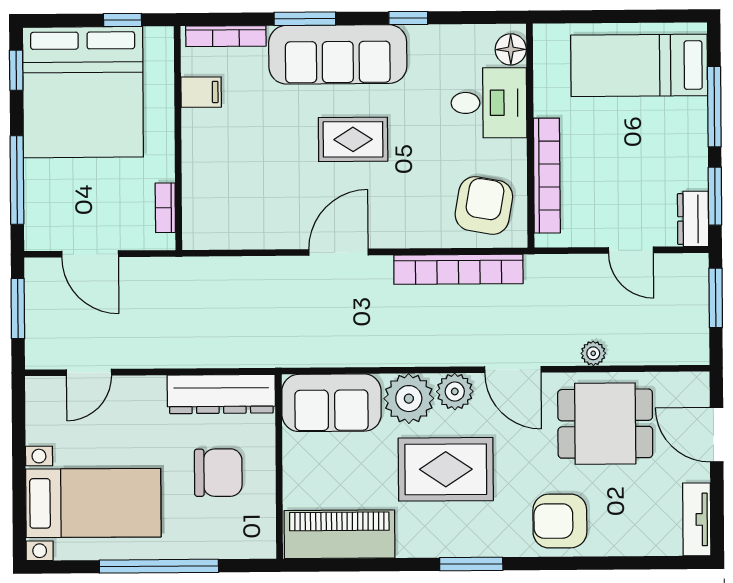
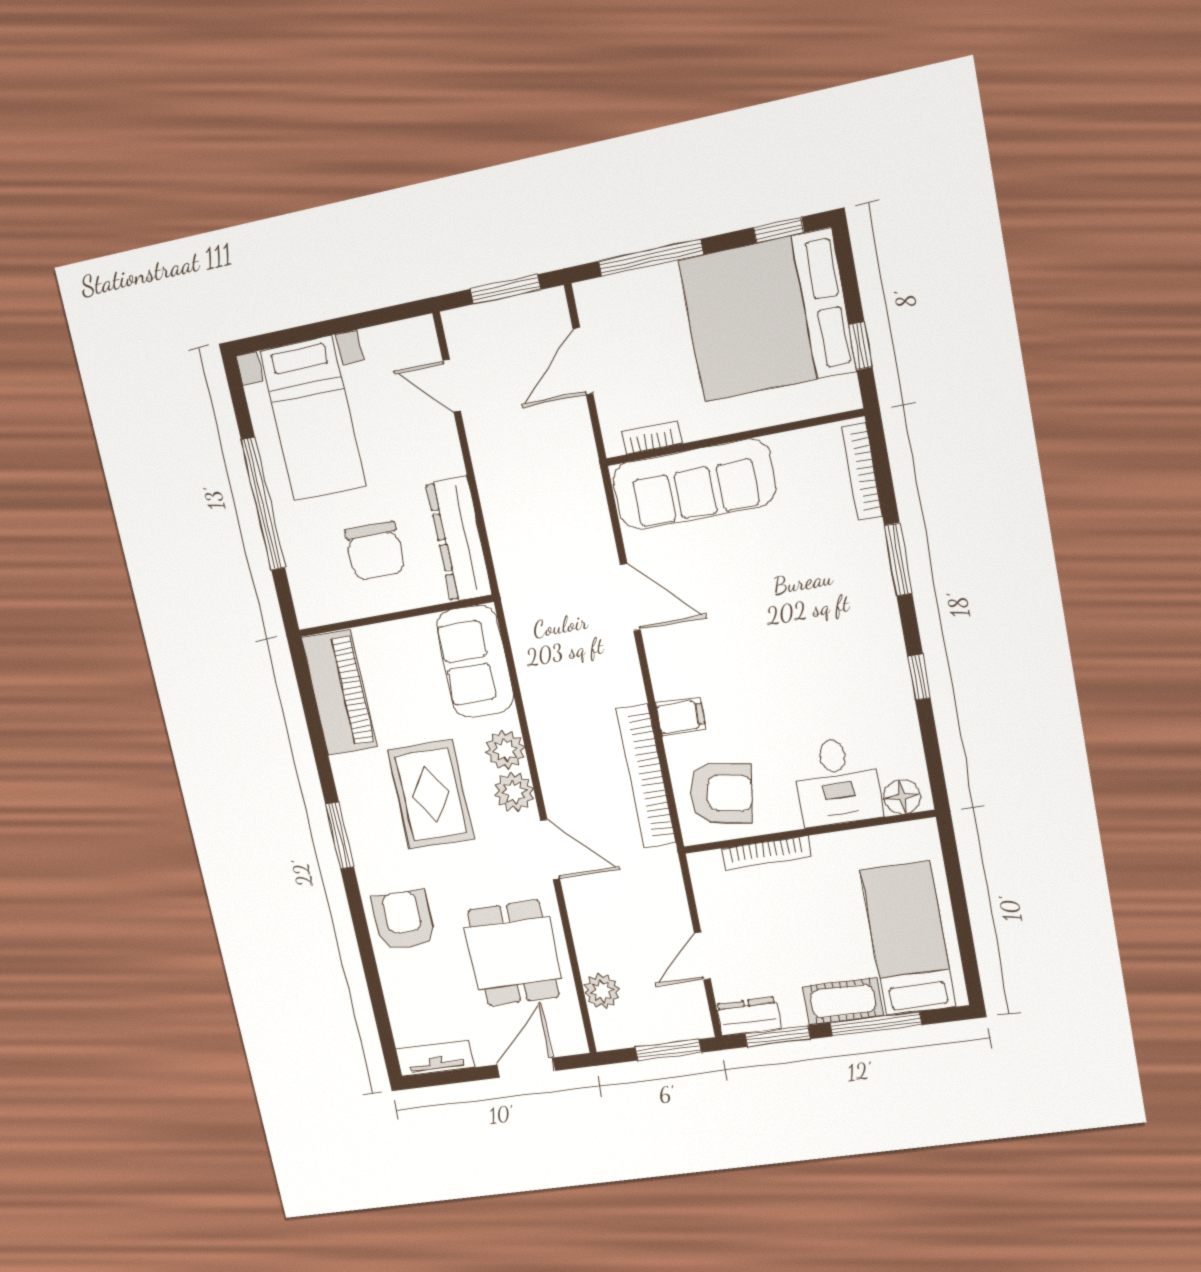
sofa: (338, 54) -> (694, 484), moved, turned -90
filing cabinet: (201, 92) -> (681, 717), moved, turned -90
cot: (690, 132) -> (843, 1001), added
rug: (353, 139) -> (769, 637), removed
bookcase: (547, 176) -> (766, 853), width x0.68, depth x0.76
door: (338, 252) -> (630, 597), moved
plant: (593, 353) -> (602, 991), moved, width x1.38, depth x1.38
door: (513, 369) -> (550, 850), swing flipped
plant: (409, 399) -> (505, 750), width x0.73, depth x0.73

